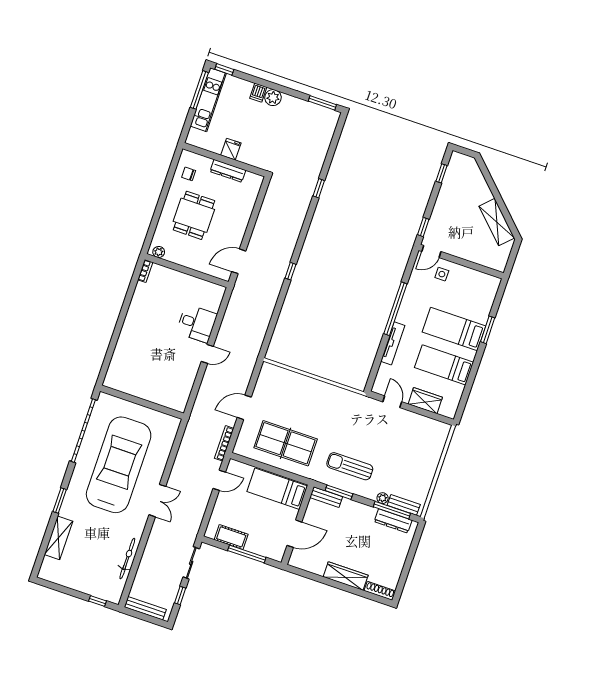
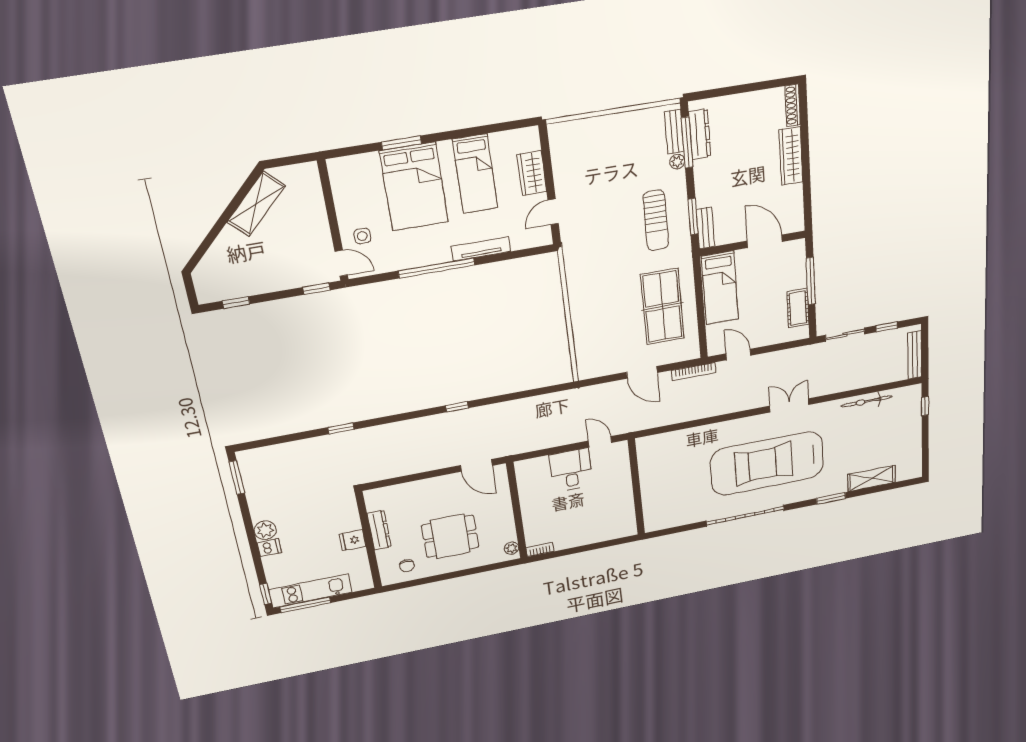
bed: (454, 329) -> (414, 187), width x1.50
wall: (142, 402) -> (636, 487), moved

